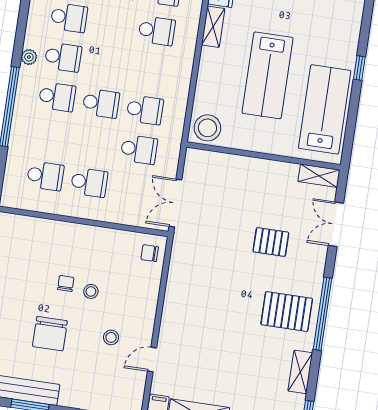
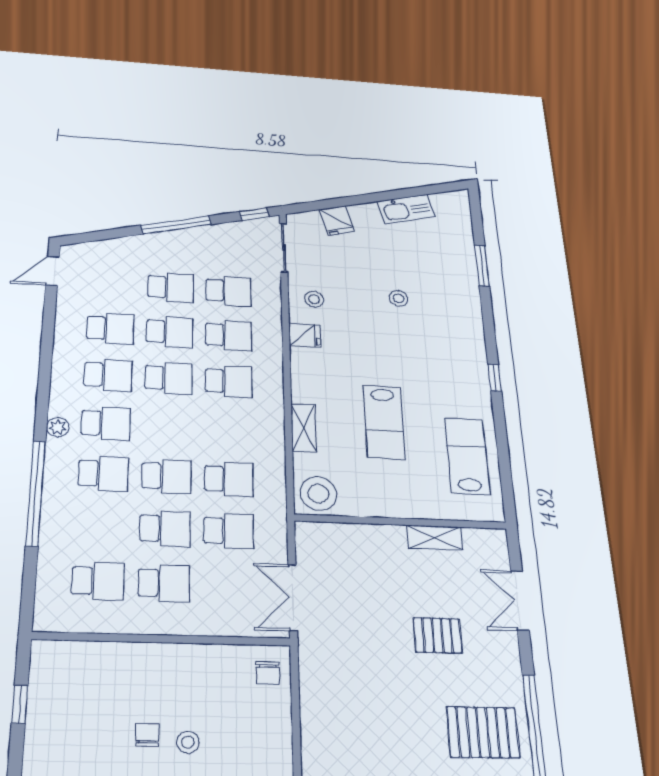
school desk: (113, 24) -> (169, 378), added
shelving: (213, 27) -> (304, 428), moved
window: (359, 68) -> (495, 378), moved
lab bench: (268, 75) -> (384, 422), width x0.73, depth x0.72
lab bench: (325, 109) -> (467, 456), width x0.73, depth x0.72
school desk: (95, 143) -> (165, 529), added
shelving: (319, 176) -> (435, 538), moved
chair: (150, 253) -> (268, 673), turned -90

